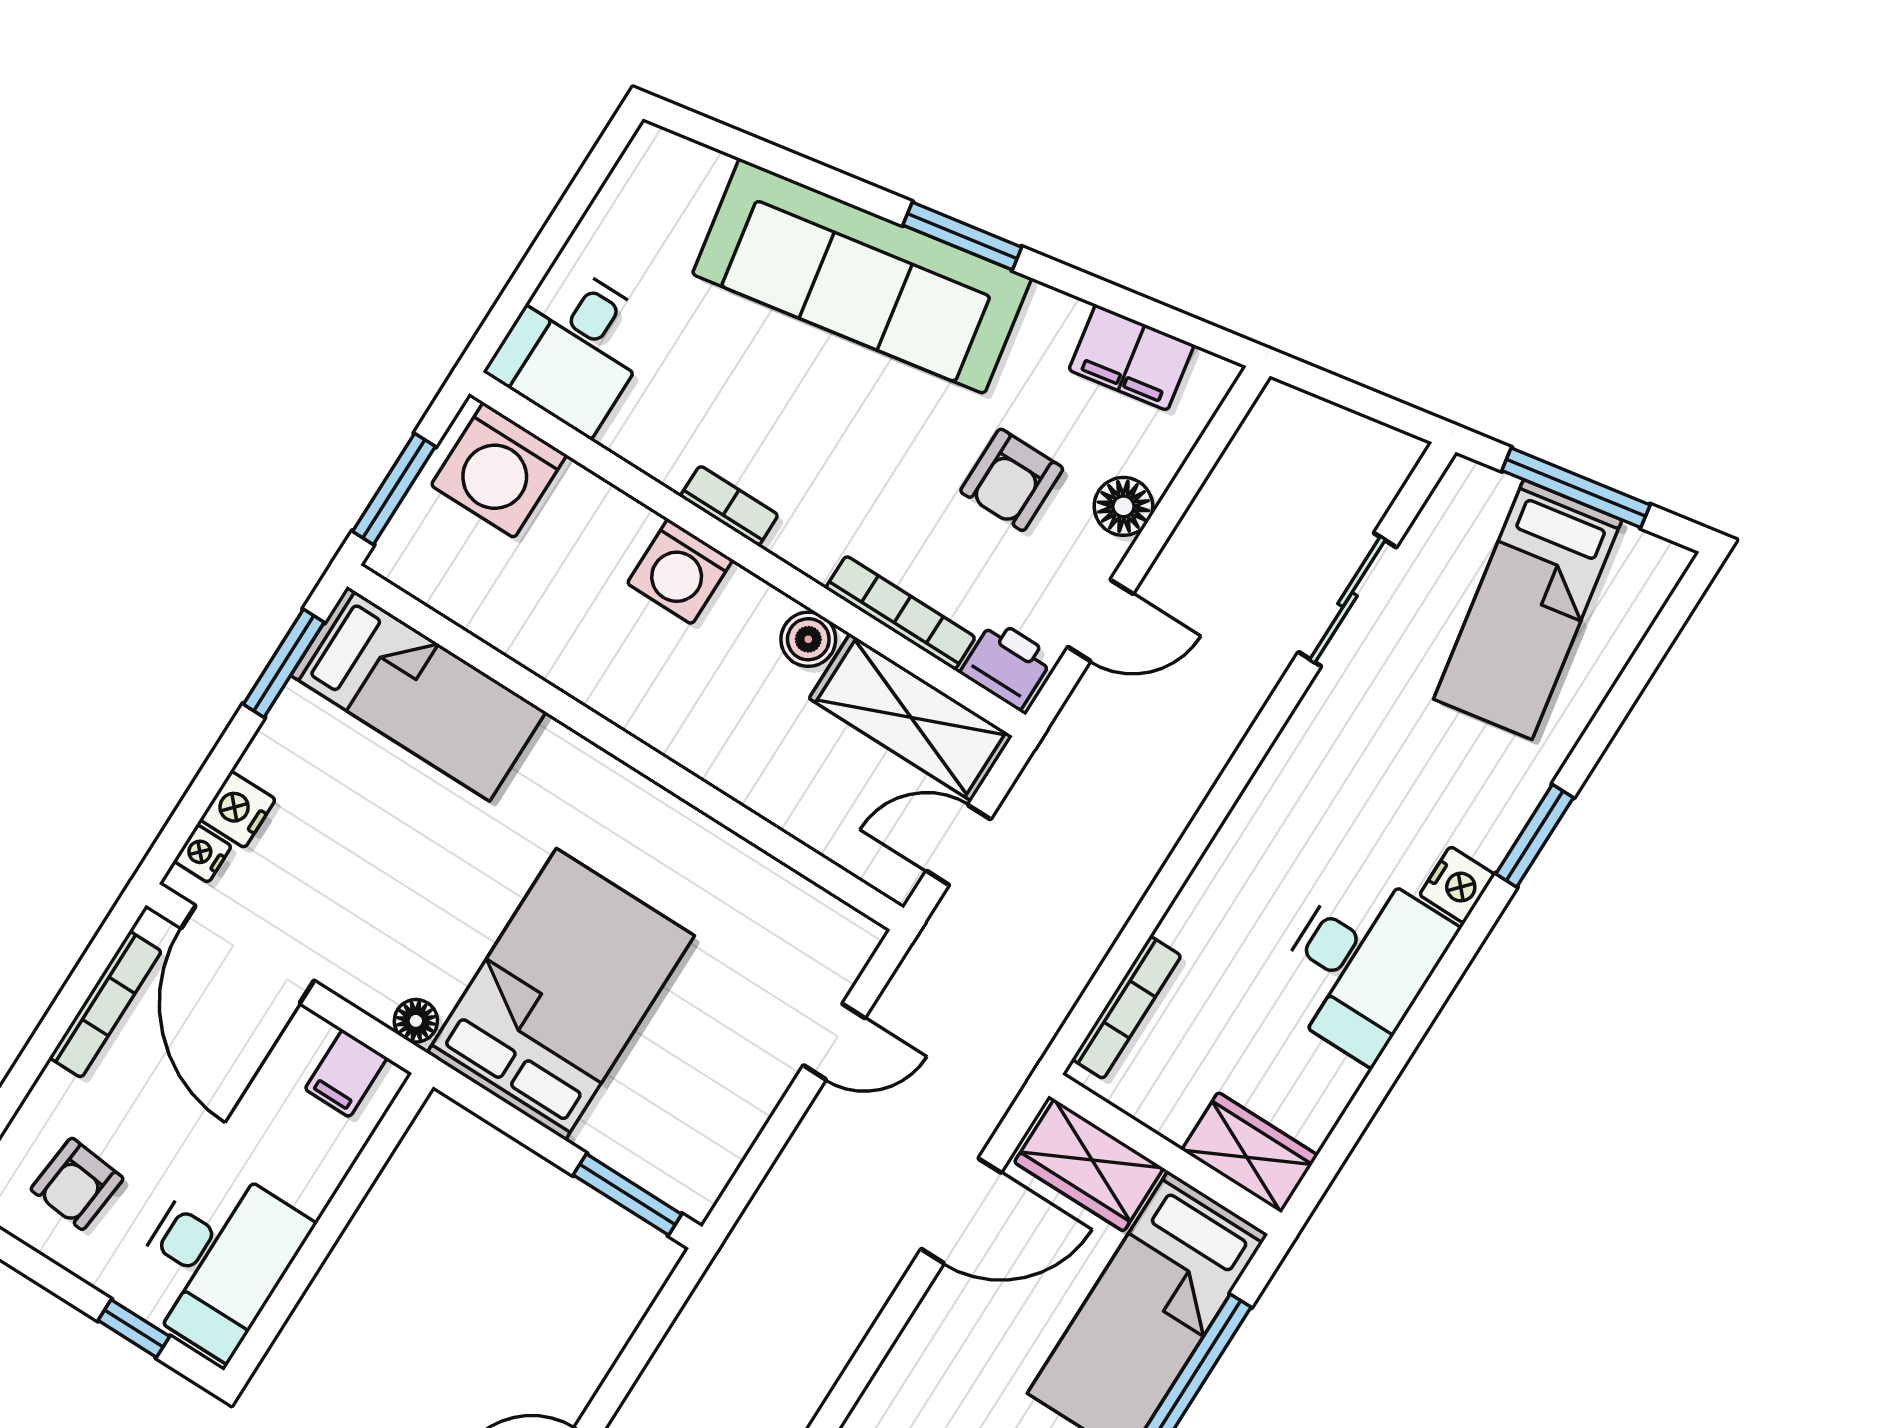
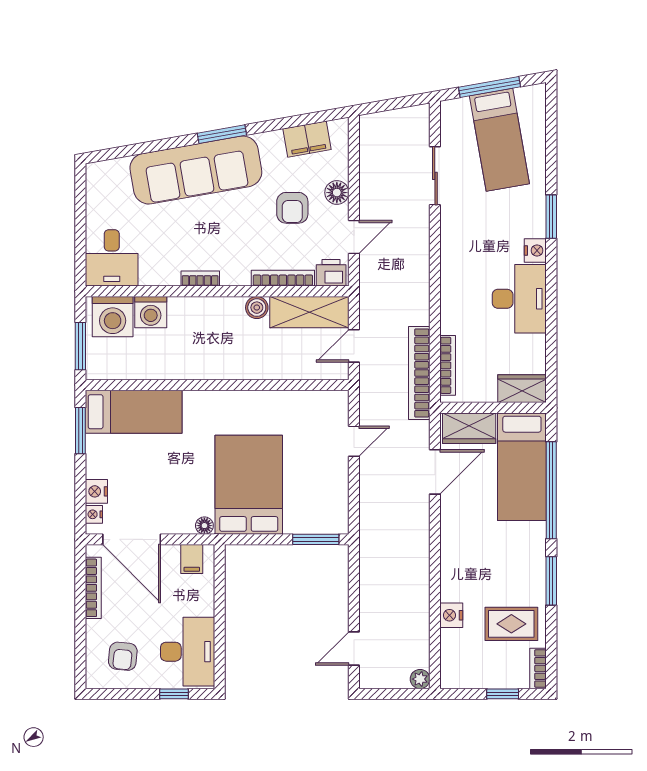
washing machine: (680, 572) -> (151, 312), moved
bookcase: (1058, 986) -> (419, 373), added

